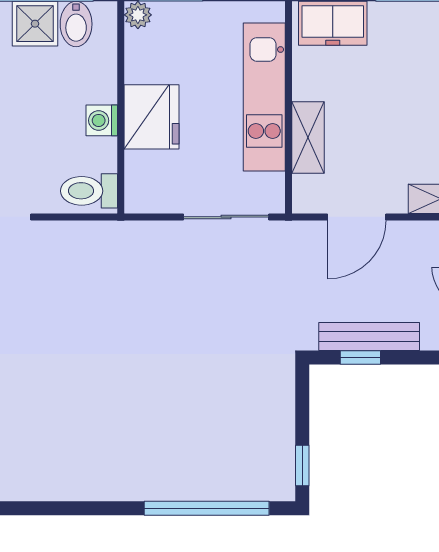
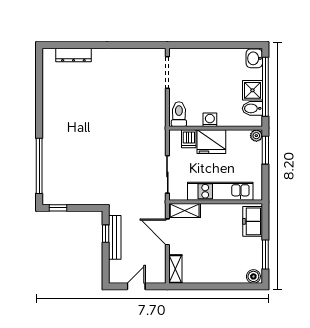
shelving: (308, 137) -> (185, 211), moved
dishwasher: (145, 168) -> (189, 139), added

